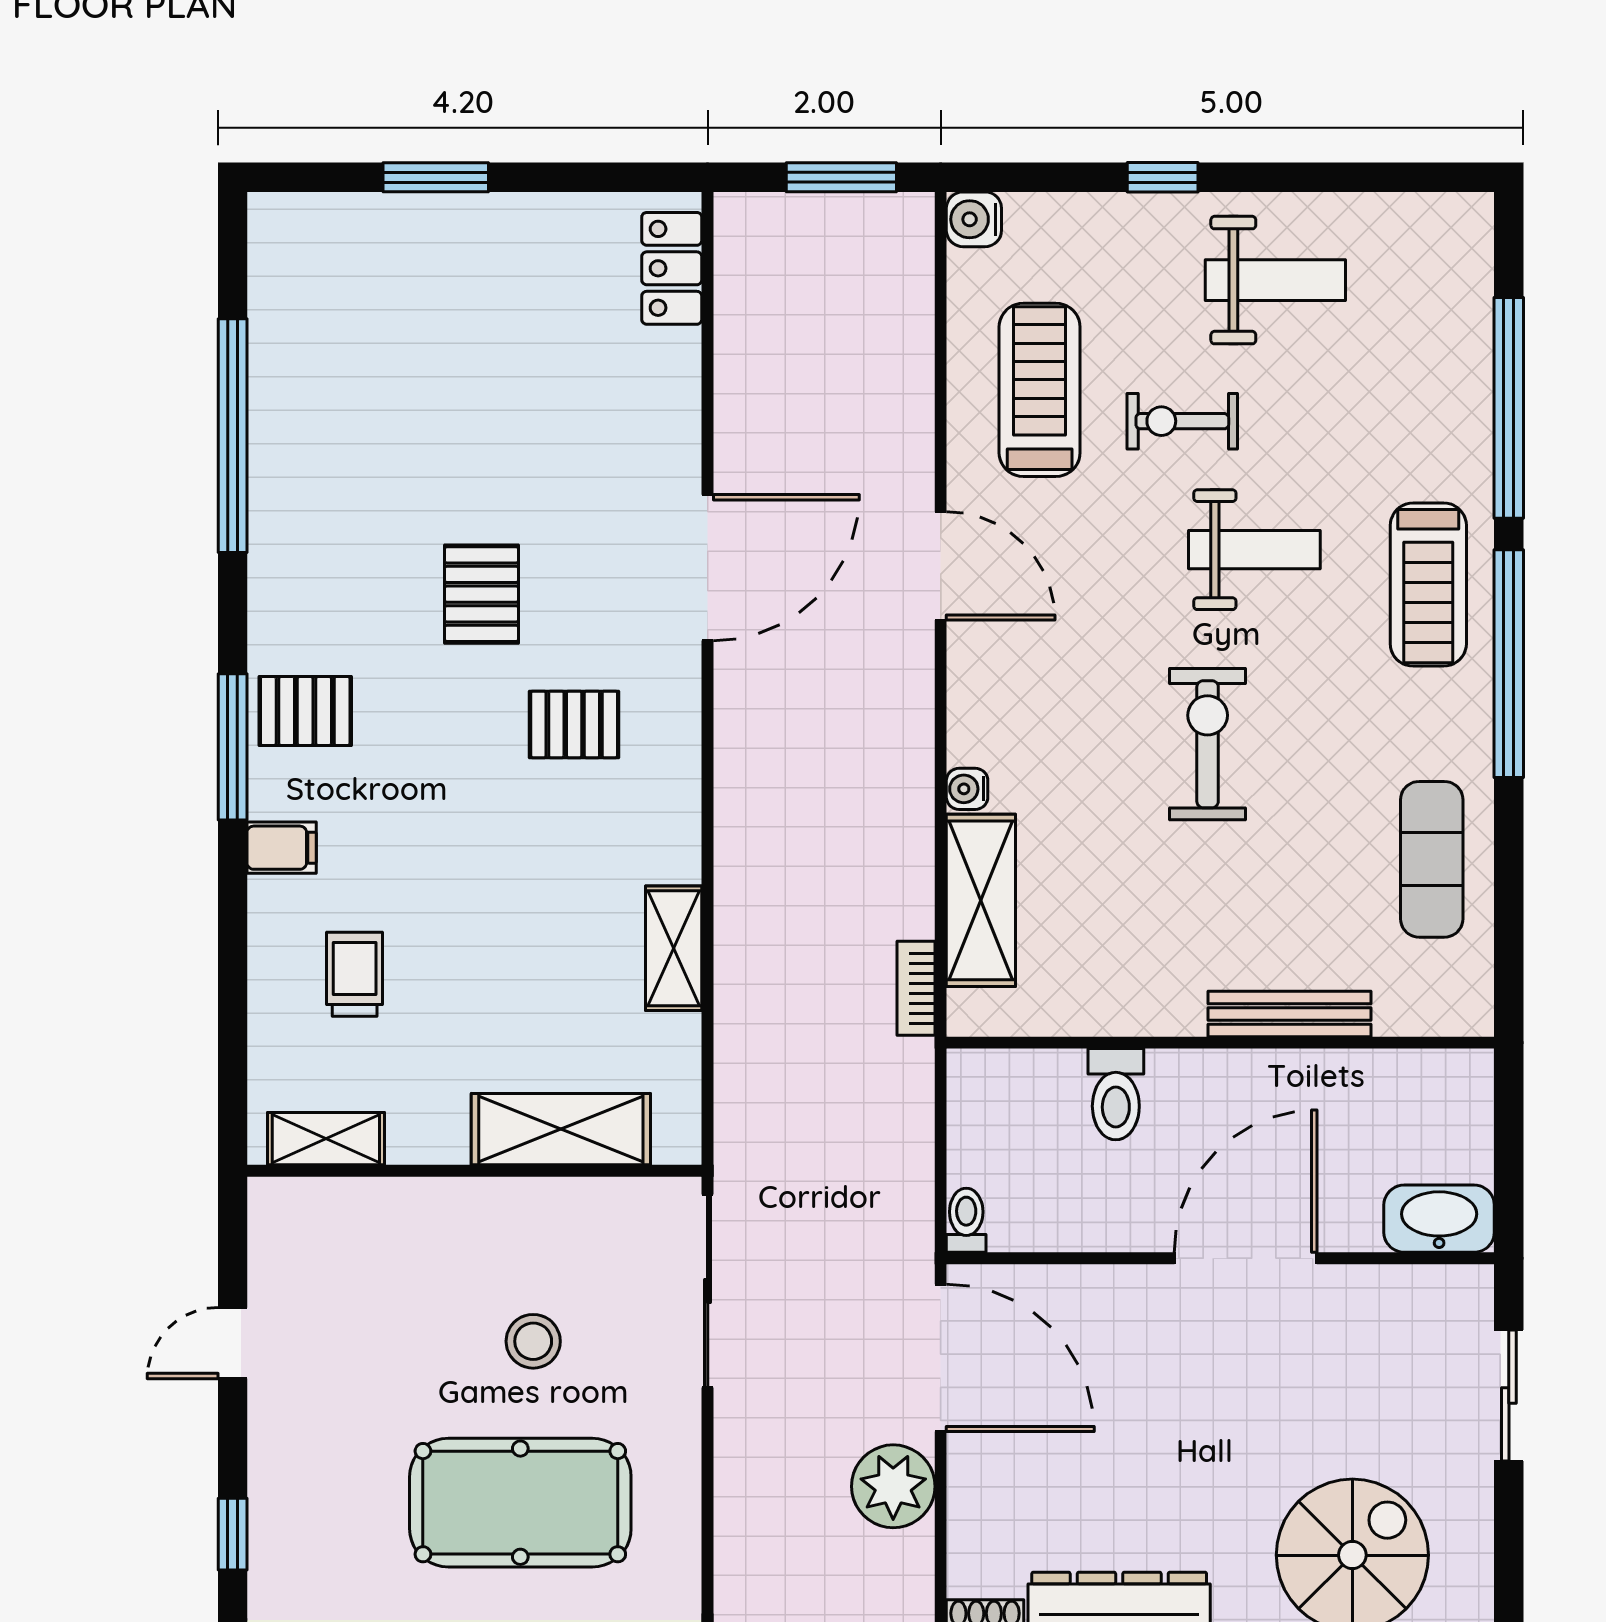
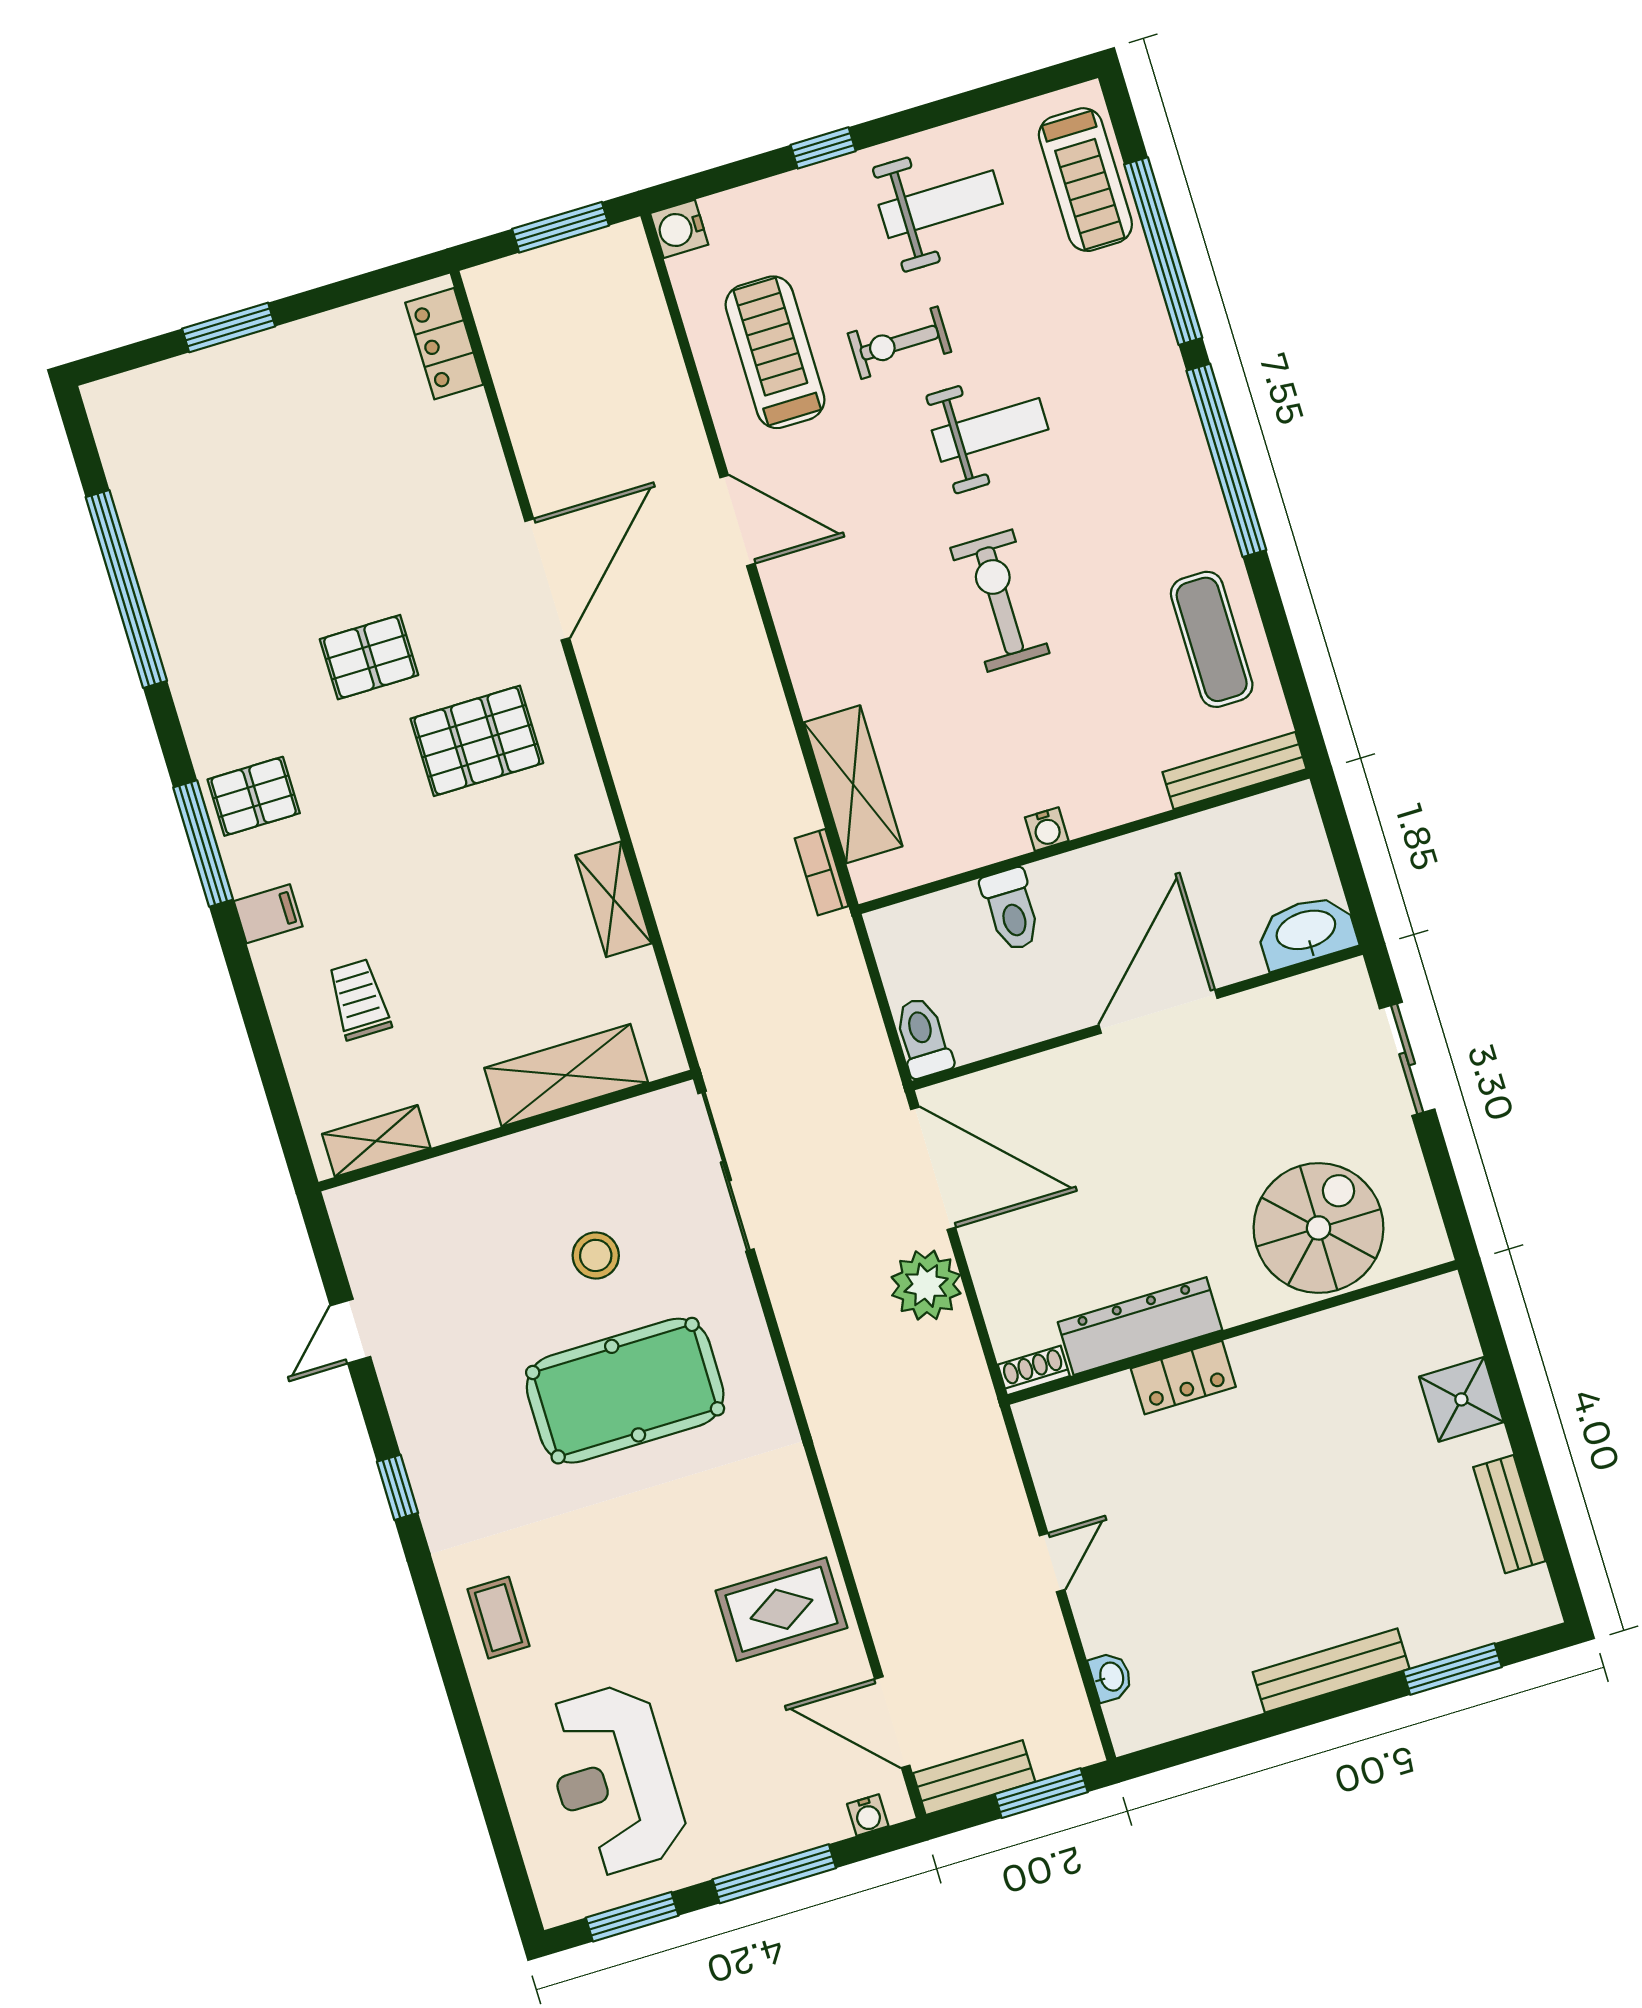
treadmill: (1428, 585) -> (1085, 180), moved
pallet: (482, 594) -> (369, 657), turned 90
pallet: (574, 724) -> (477, 741), width x1.50, depth x1.42
water cooler: (967, 789) -> (1047, 829), moved, turned -90
bench: (1289, 1014) -> (1234, 771), moved
toilet: (966, 1220) -> (923, 1038), width x1.37, depth x1.39

